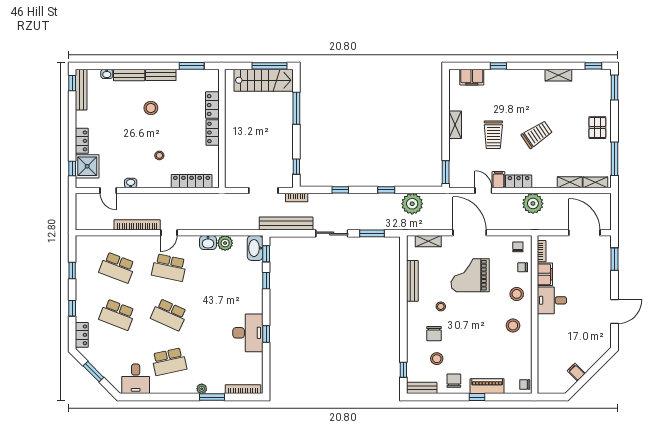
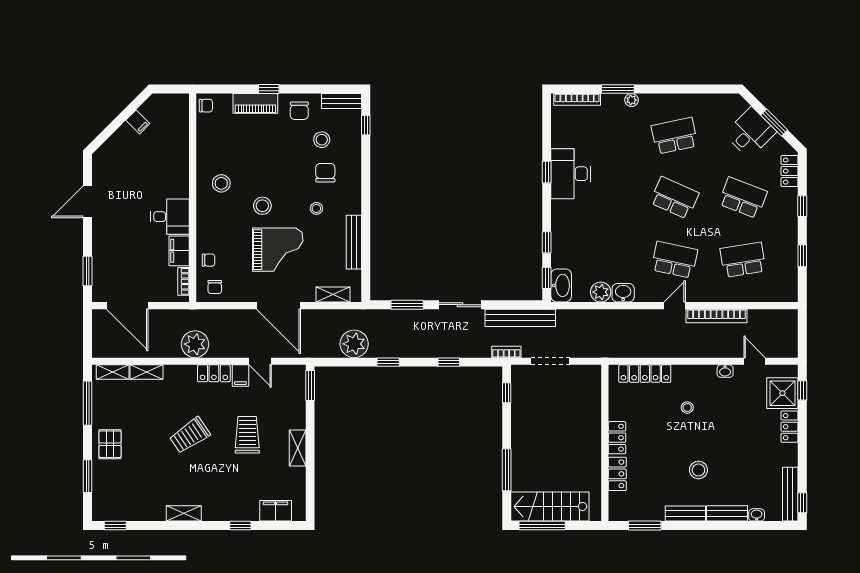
shelving: (558, 75) -> (184, 513), moved
window: (614, 88) -> (88, 476), moved
school desk: (117, 268) -> (743, 260), turned -30
stool: (517, 294) -> (262, 206), moved
desk: (136, 379) -> (750, 133), moved, turned 45

